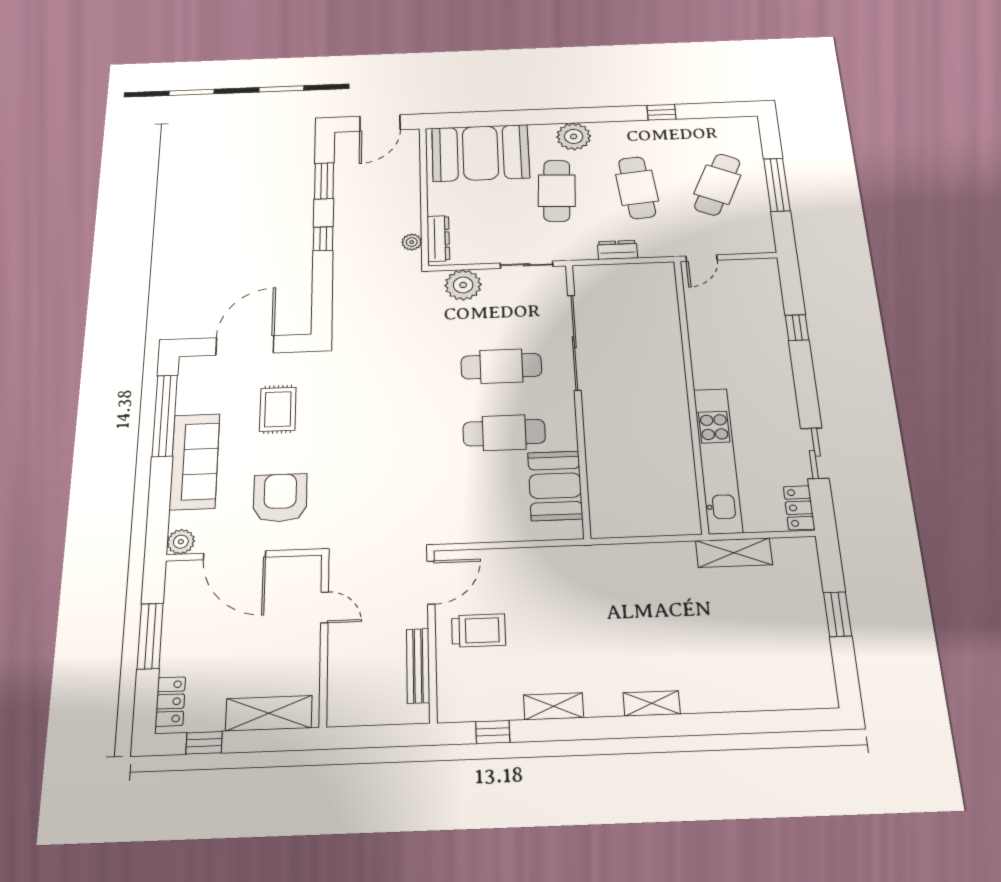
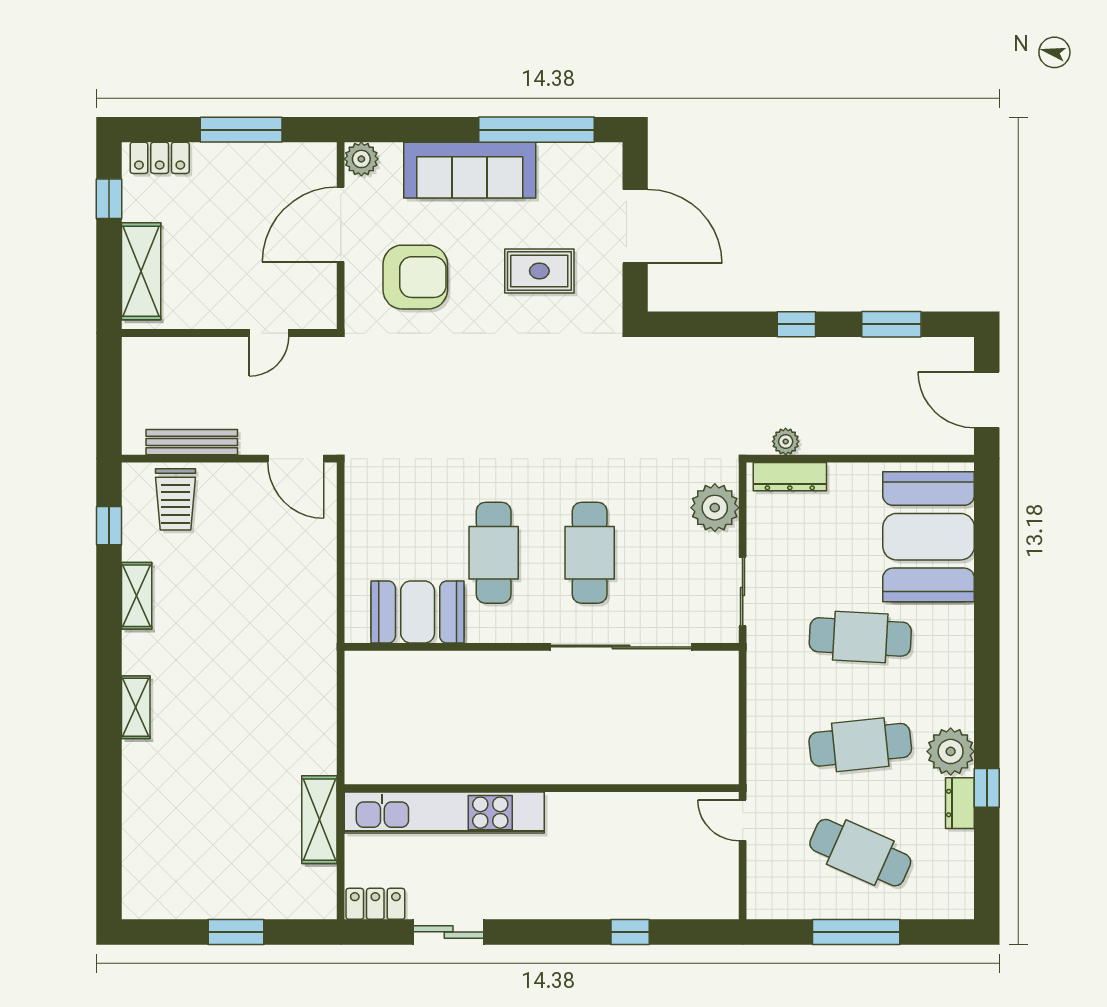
plant: (574, 136) -> (951, 751), moved
dresser: (617, 250) -> (960, 803), moved, turned 180
trolley: (479, 630) -> (175, 499), moved

